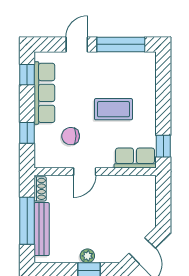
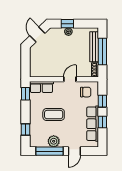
plant: (113, 62) -> (54, 141), added
window: (27, 75) -> (102, 122), moved
window: (163, 83) -> (26, 129), added
chair: (71, 136) -> (86, 92), moved

